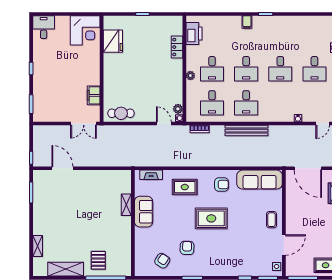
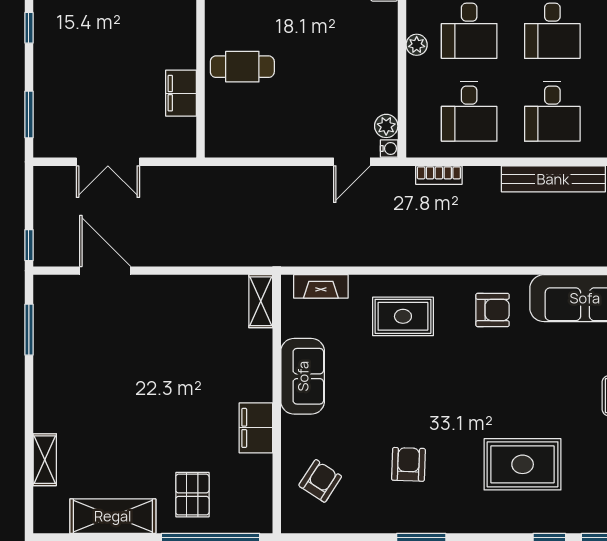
cafe table: (121, 113) -> (242, 67), moved
double door: (84, 124) -> (108, 162), moved
door: (164, 124) -> (352, 162), swing flipped
shelving: (126, 205) -> (261, 301), moved
rug: (211, 218) -> (523, 464), moved
filing cabinet: (124, 233) -> (256, 428), added
armchair: (162, 261) -> (320, 481), moved

